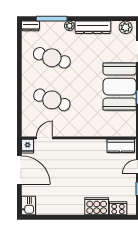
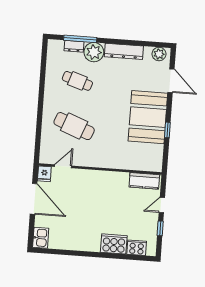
dresser: (31, 26) -> (74, 46), moved
plant: (69, 26) -> (94, 52), width x1.87, depth x1.87
cafe table: (52, 58) -> (77, 81), width x0.73, depth x0.74

